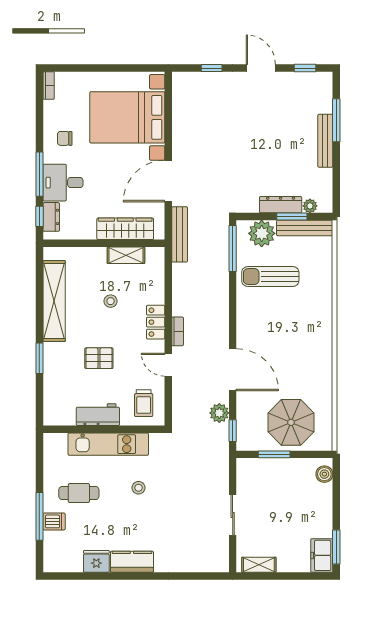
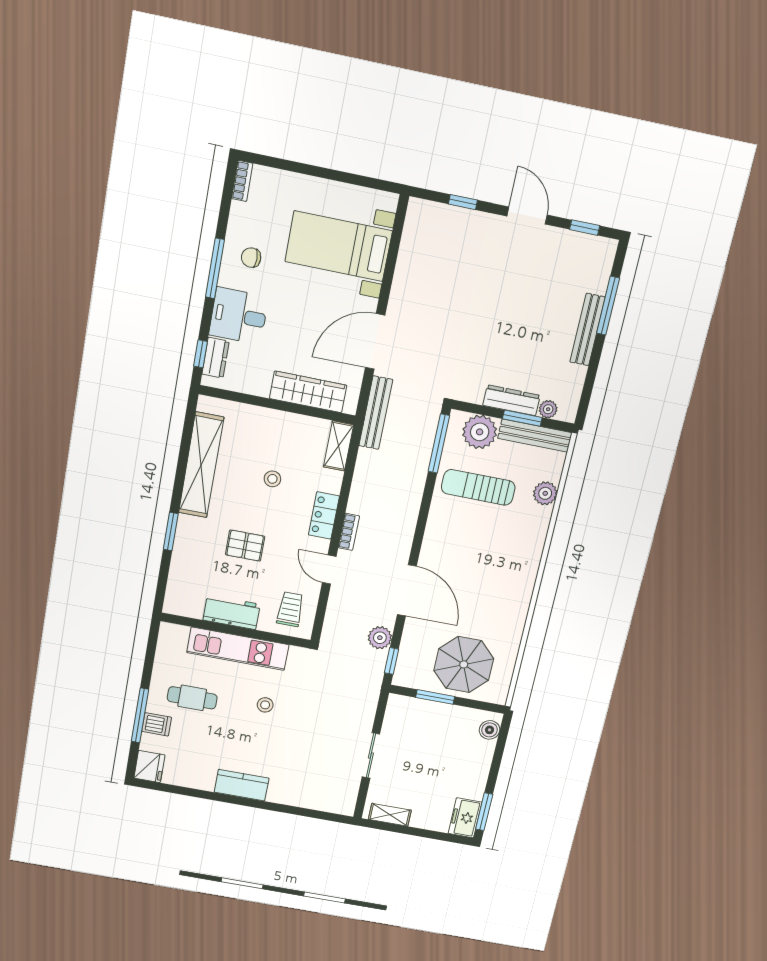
bed with nightstands: (127, 117) -> (339, 246), width x0.73
window: (39, 174) -> (215, 268), moved
shelving: (126, 255) -> (338, 446), moved, turned 90
plant: (323, 271) -> (545, 493), added
trolley: (144, 403) -> (290, 609), turned 180
fridge: (96, 561) -> (149, 766), moved, turned 90

